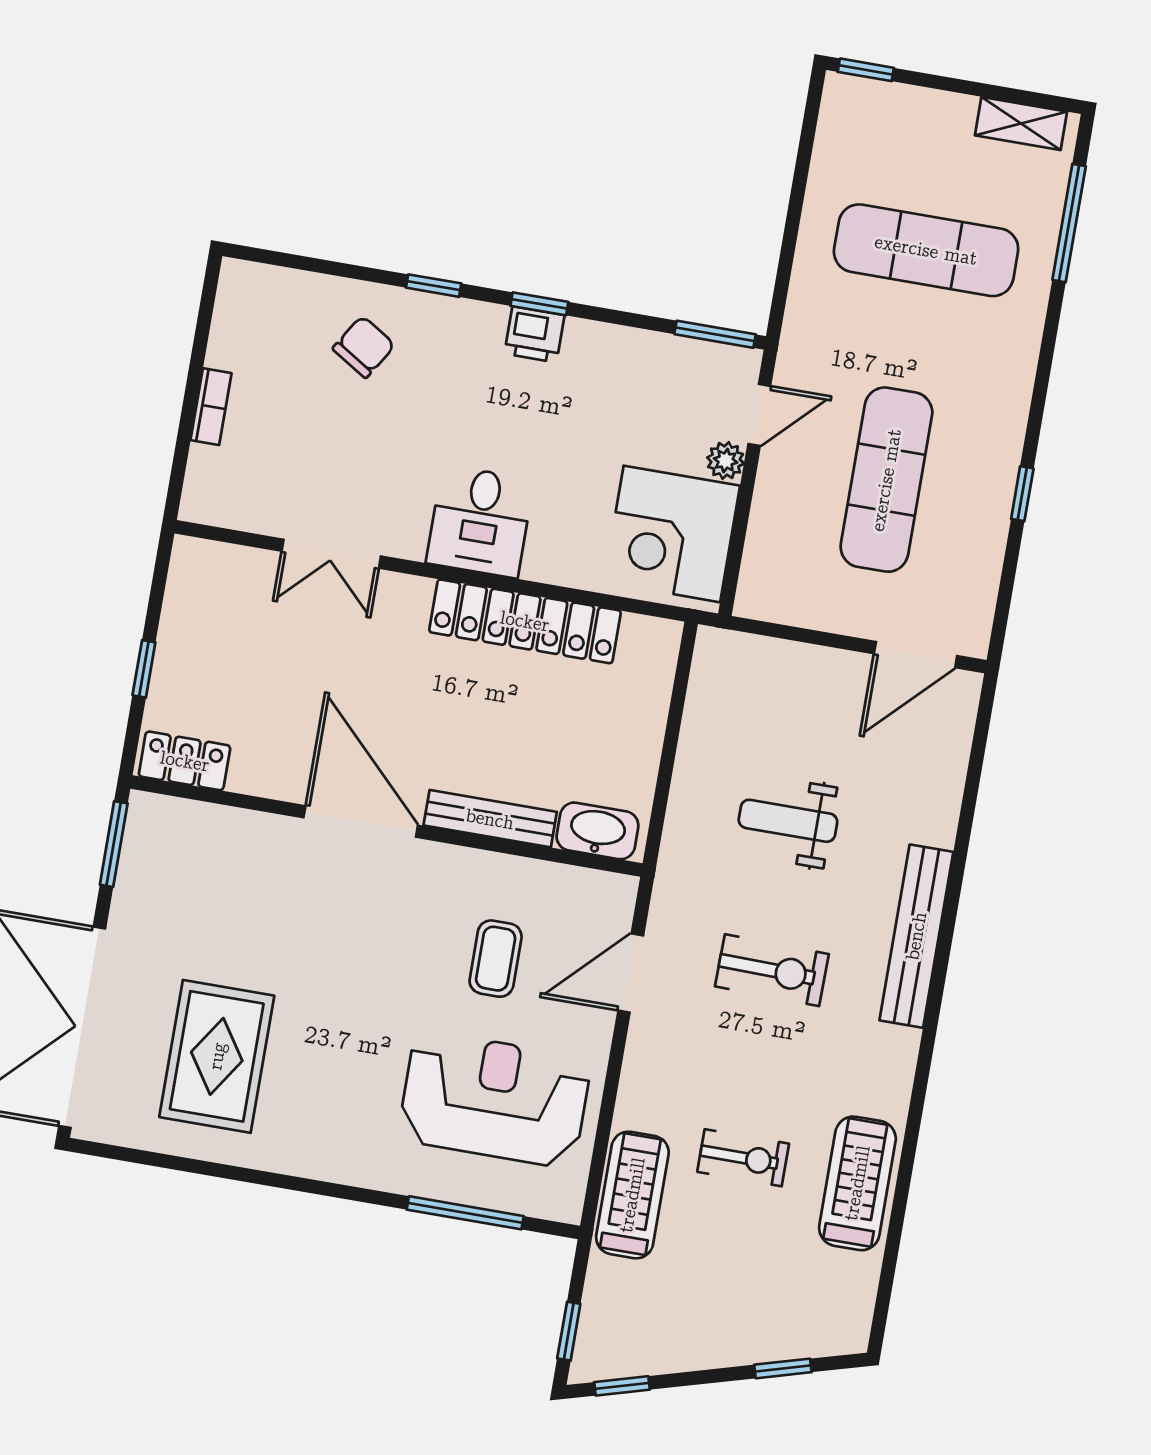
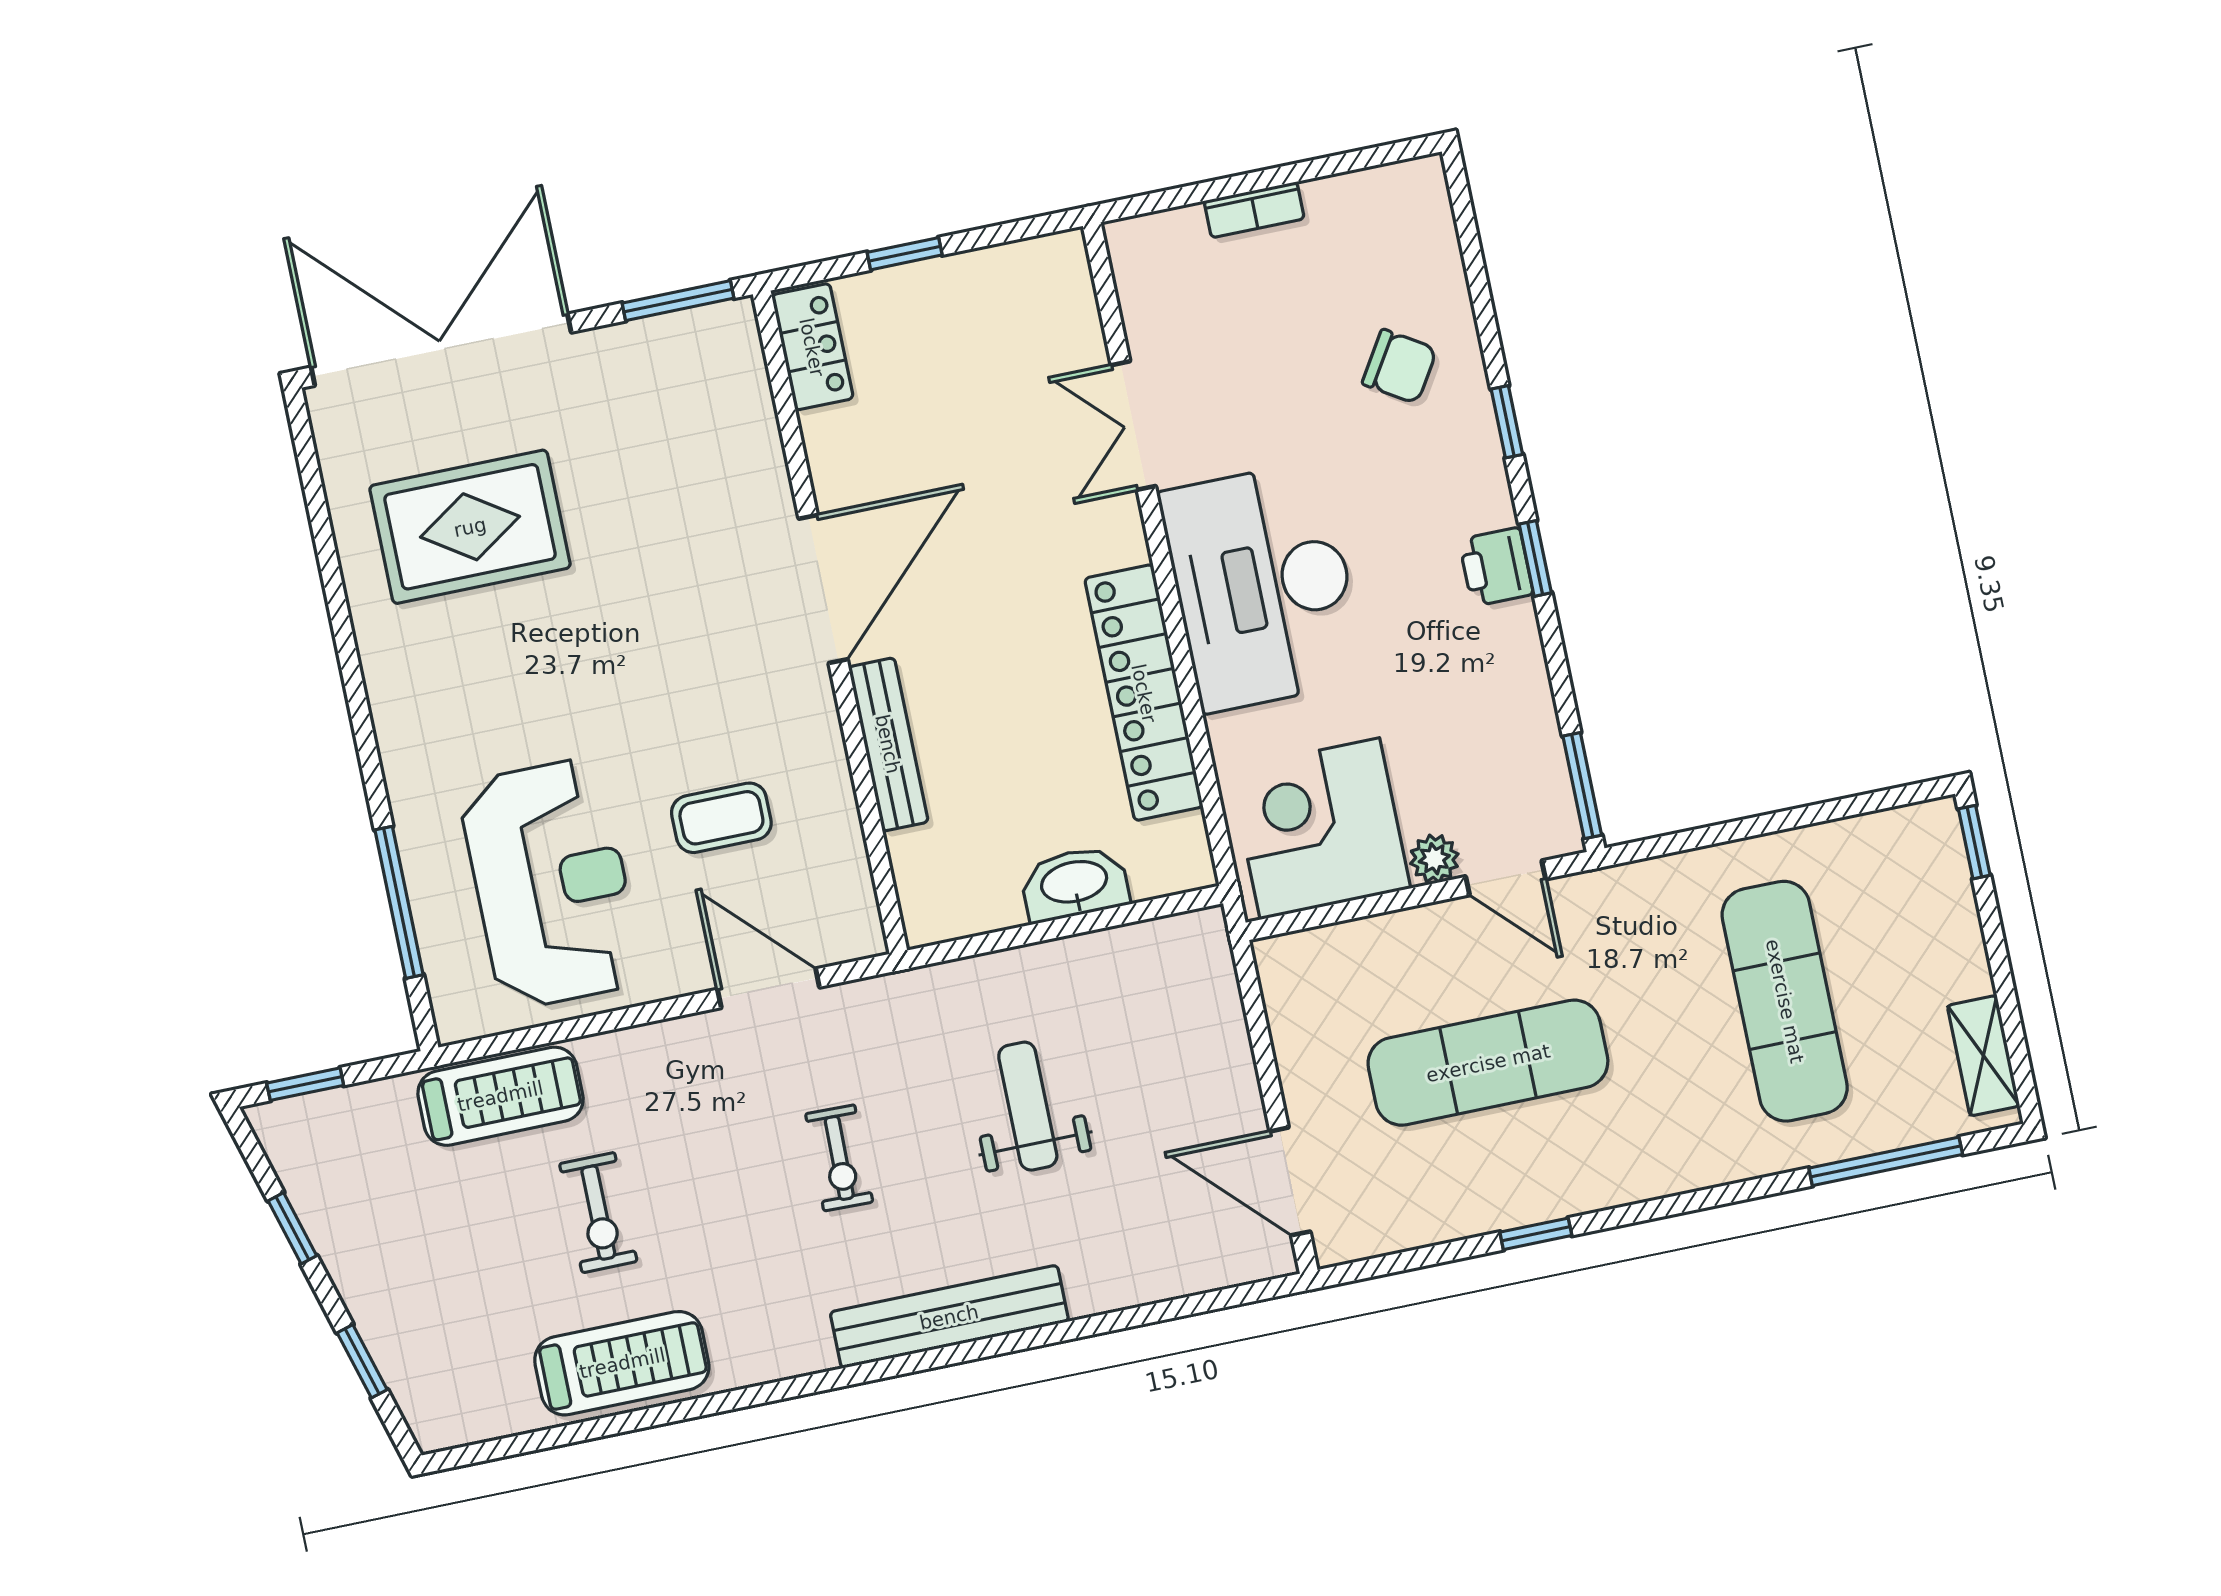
desk: (480, 521) -> (1263, 586), width x1.87, depth x1.30
washbasin: (597, 831) -> (1074, 884), moved, turned -90
exercise bike: (772, 970) -> (839, 1158), width x0.73, depth x0.72
window: (622, 1386) -> (292, 1228), moved

